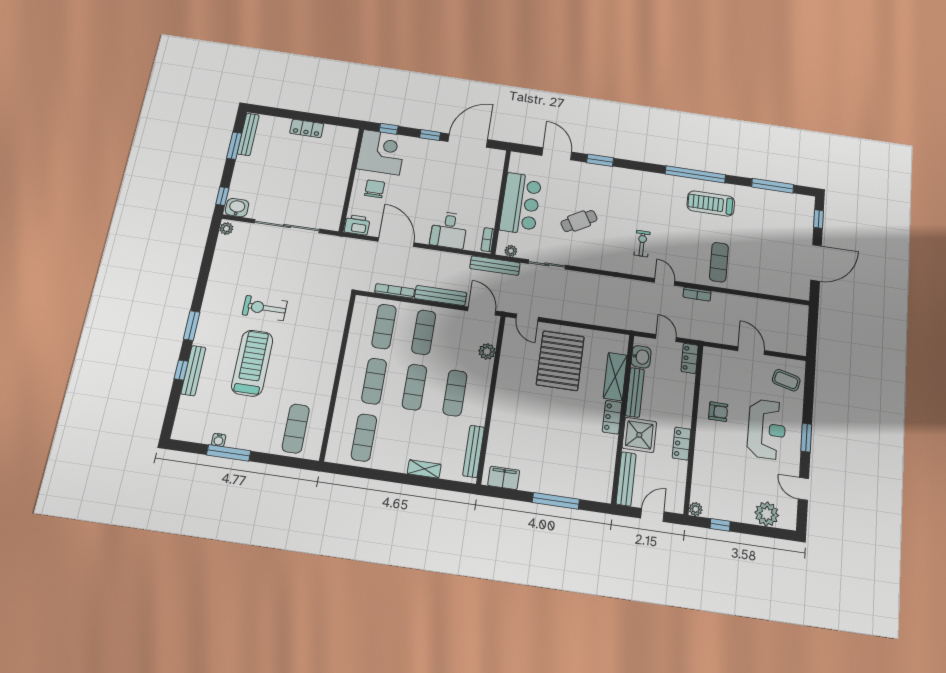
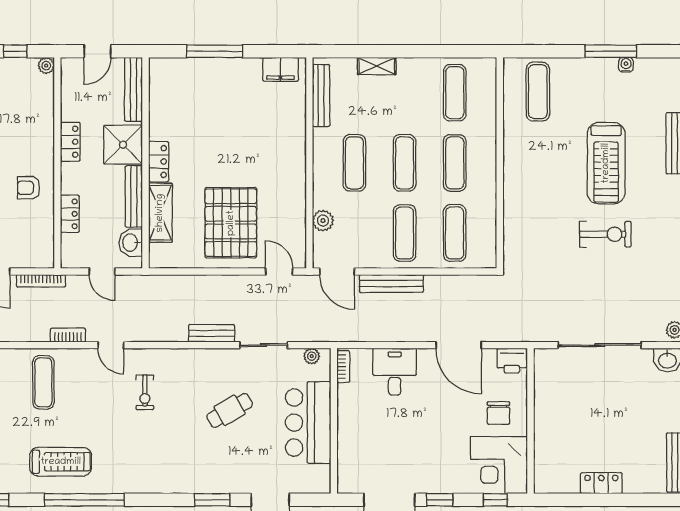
bench: (495, 266) -> (212, 333), moved, width x0.73
bookcase: (395, 291) -> (41, 281), moved
locker: (690, 358) -> (70, 214), moved

